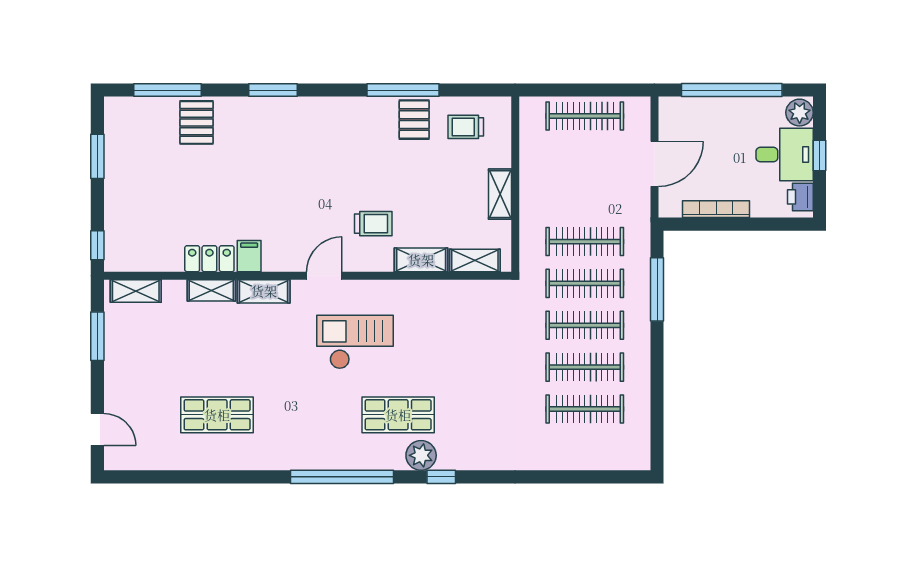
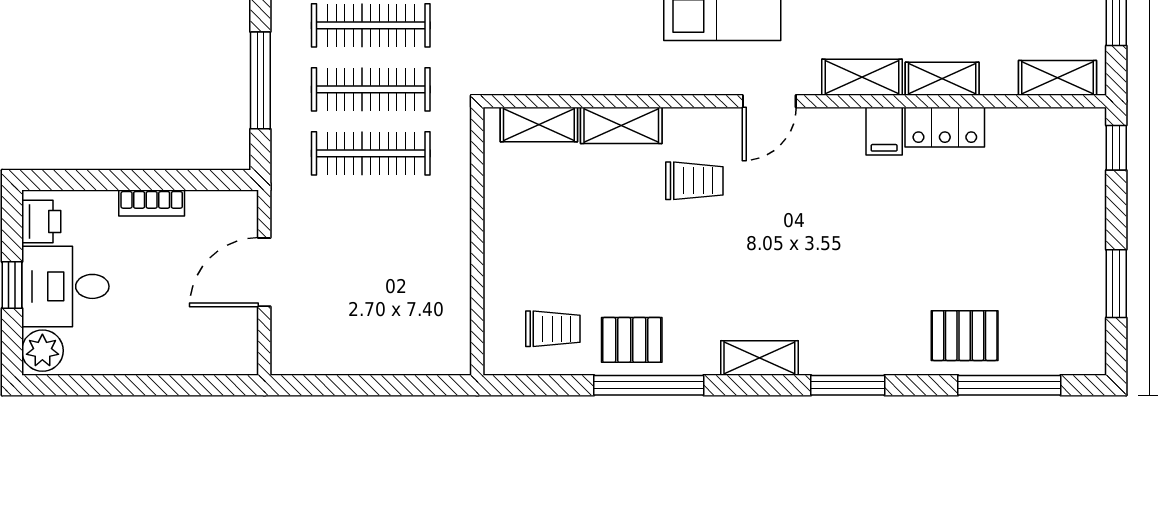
window: (732, 90) -> (146, 385), removed
clothes rail: (585, 116) -> (371, 345), removed
pallet: (414, 120) -> (632, 340), turned 90
pallet: (197, 122) -> (965, 336), turned 90
shelving: (500, 194) -> (759, 358), moved, turned 90
bookcase: (716, 209) -> (152, 203), width x0.64
trolley: (373, 224) -> (694, 181), turned 180

